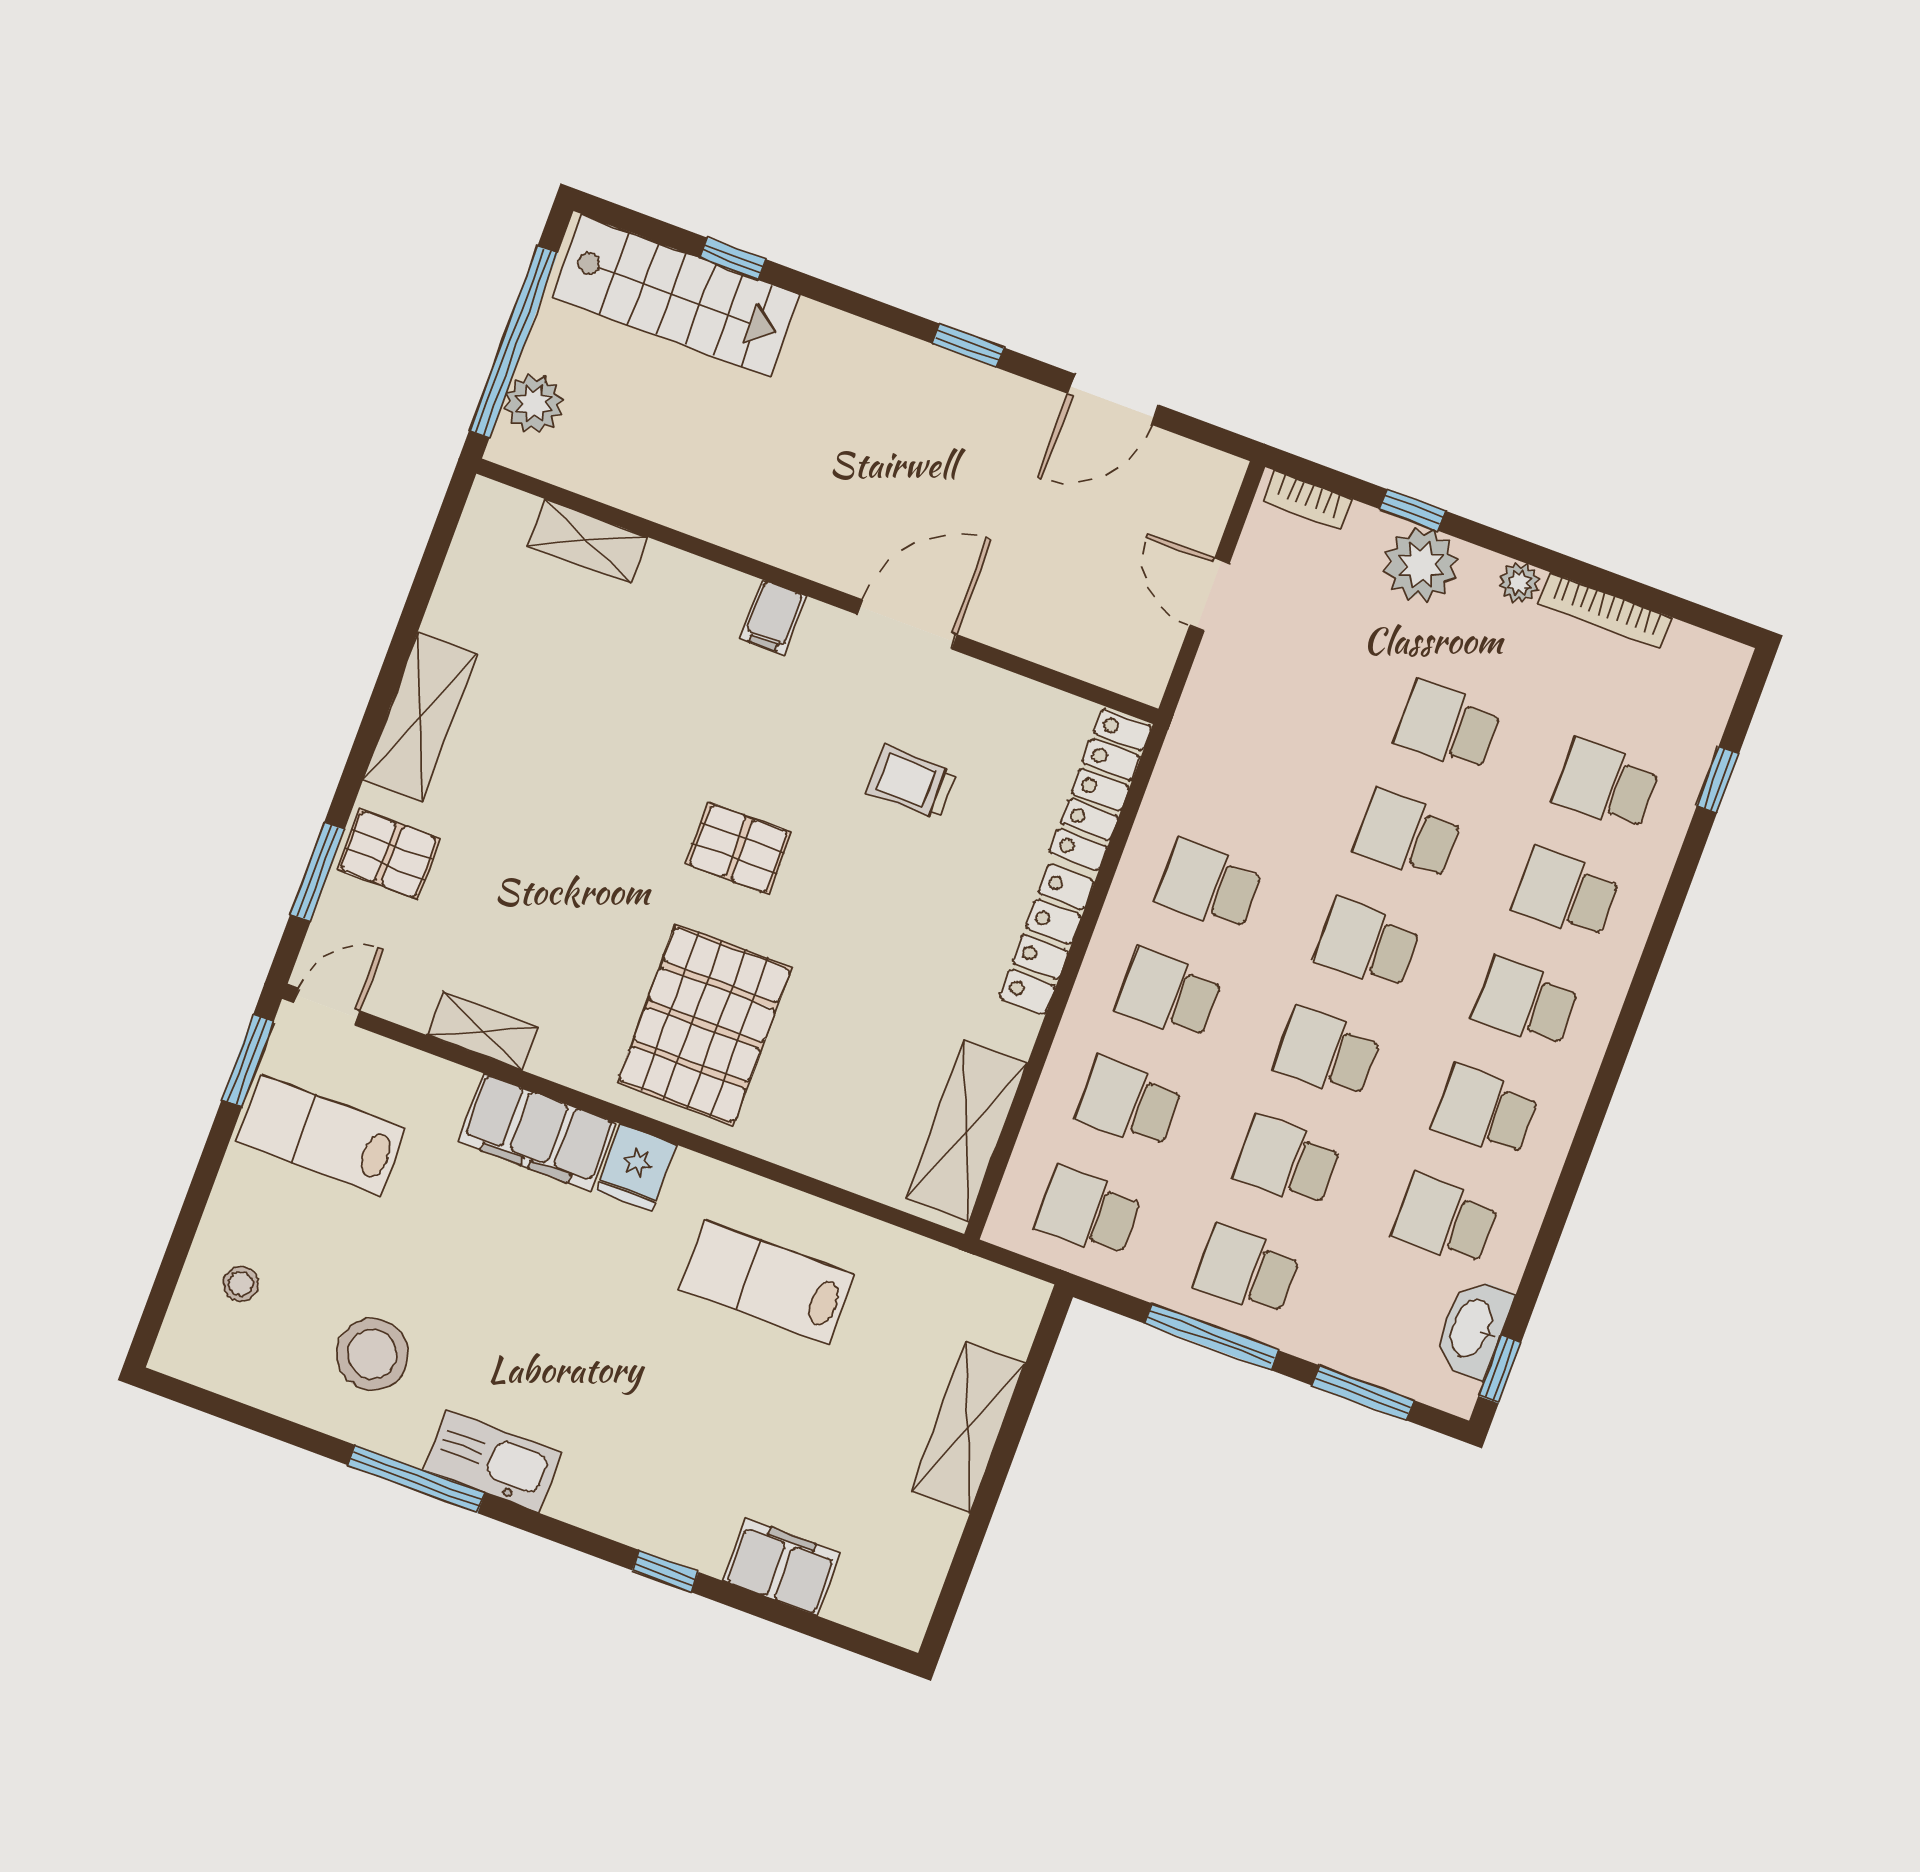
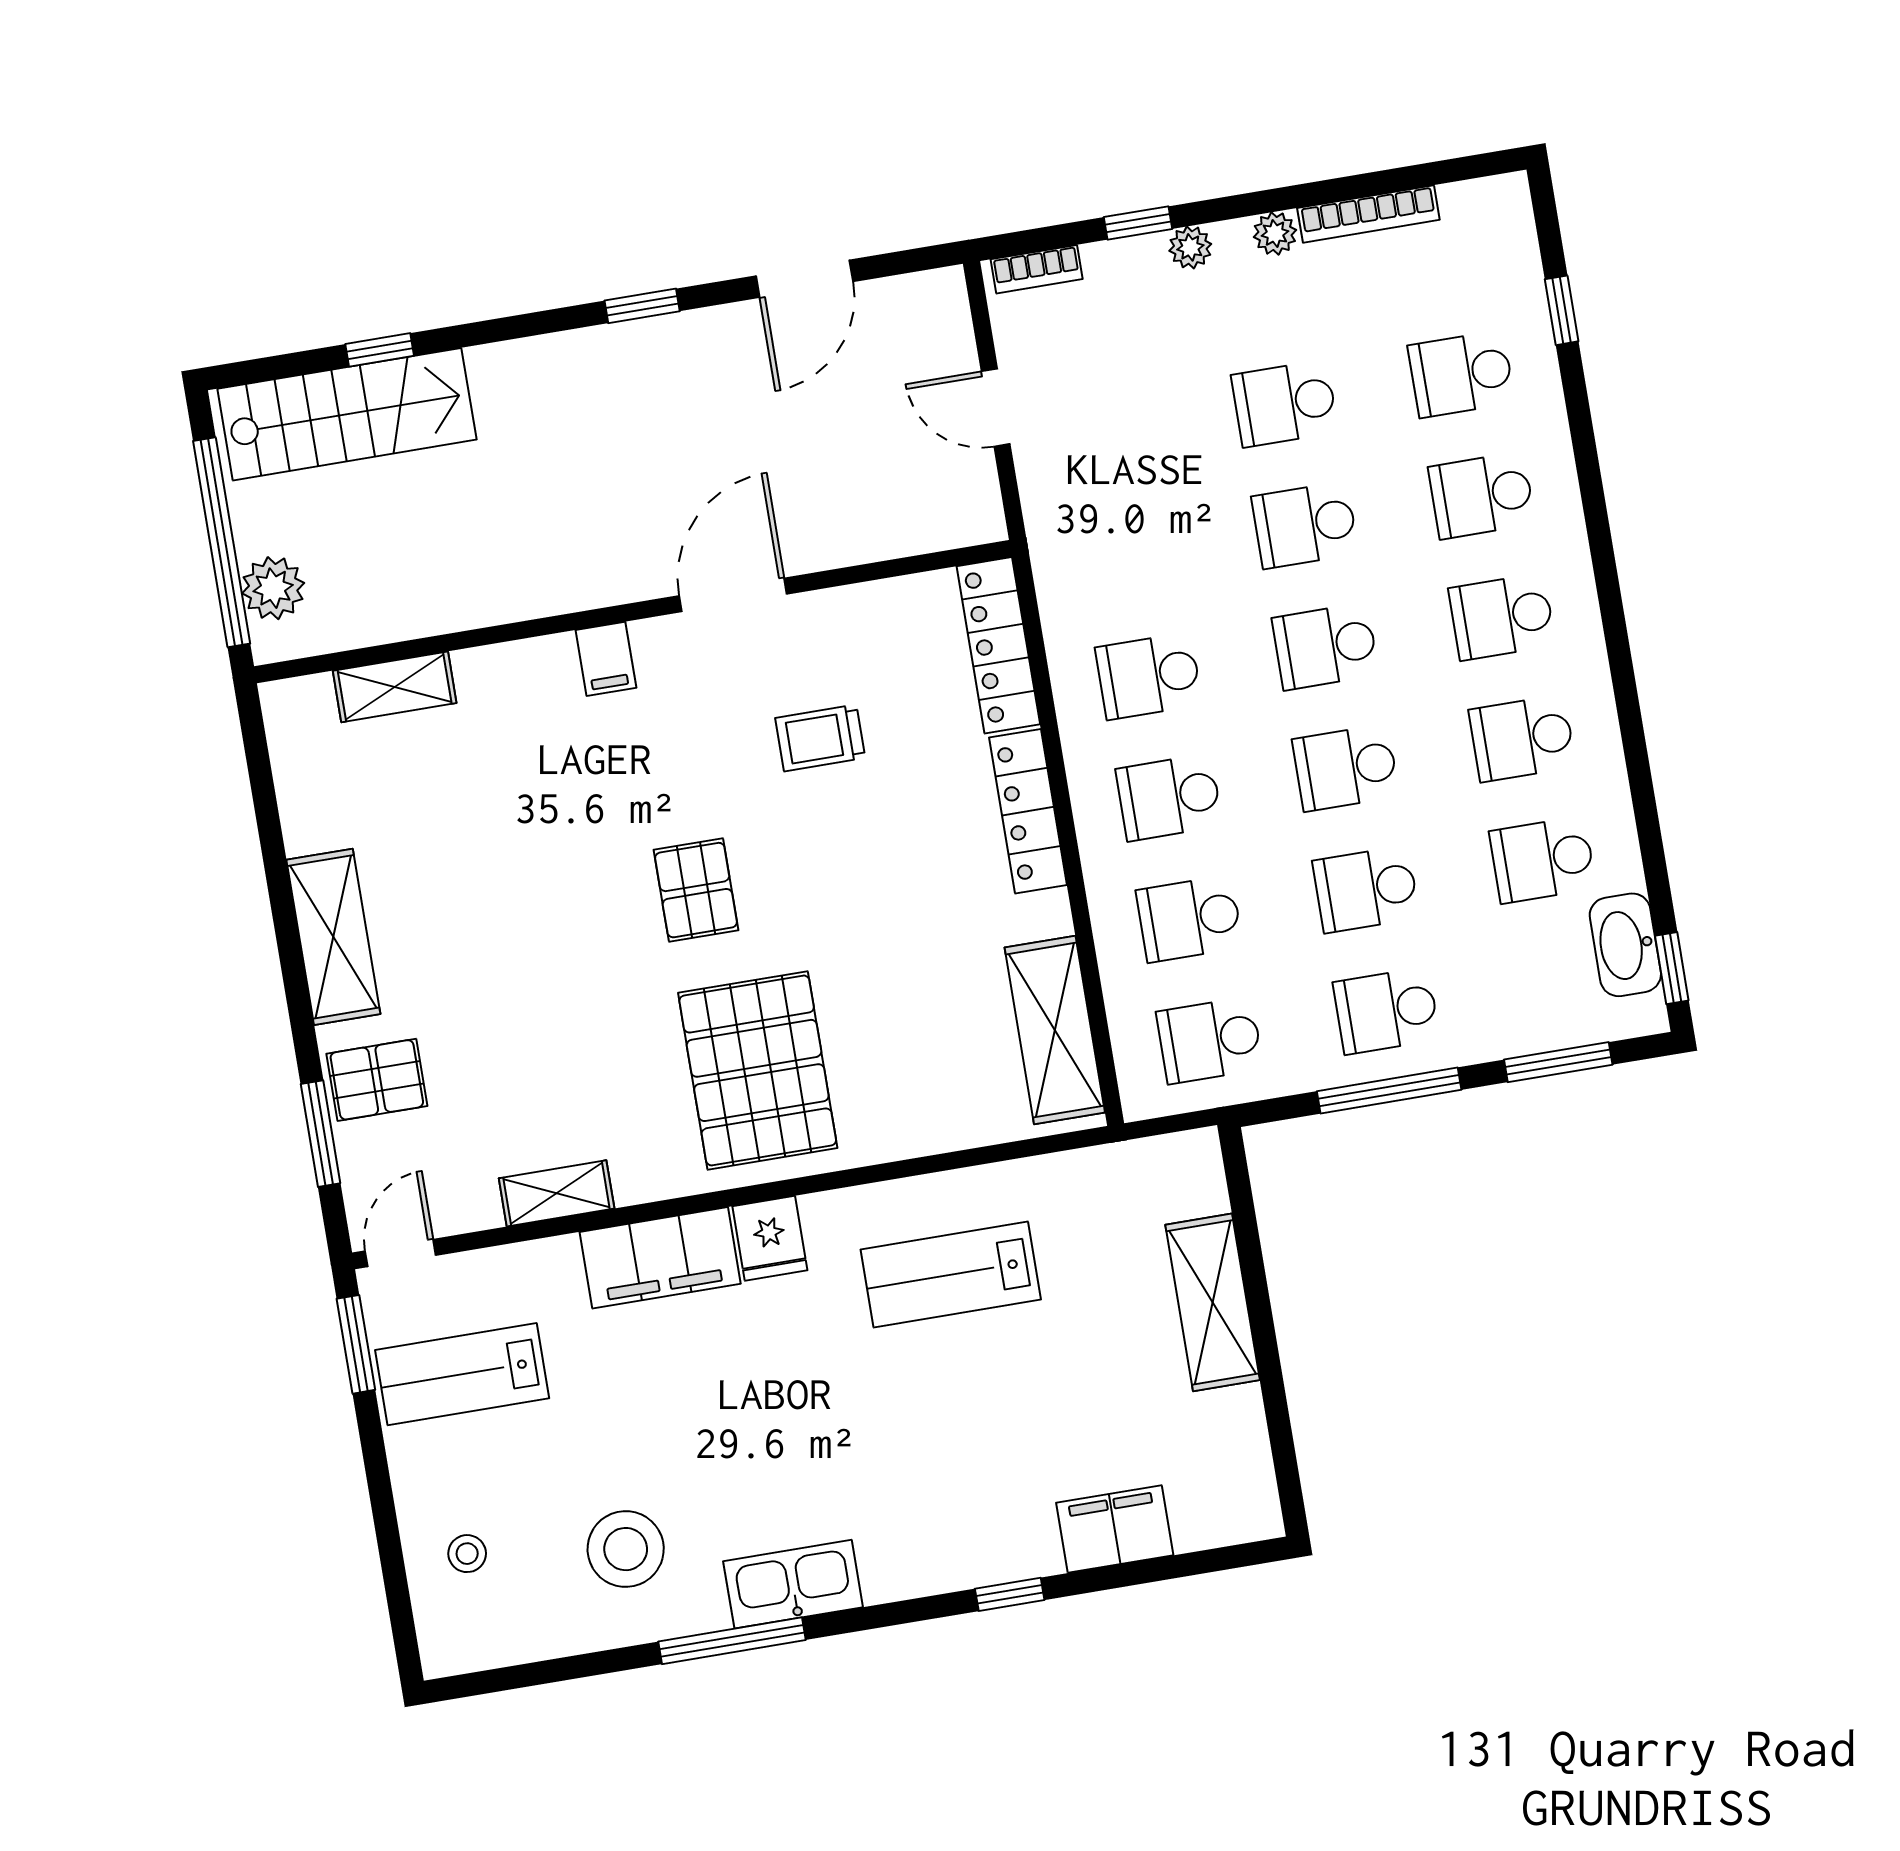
plant: (1421, 565) -> (1190, 247), width x0.53, depth x0.53
pallet: (739, 848) -> (696, 890), turned 90

